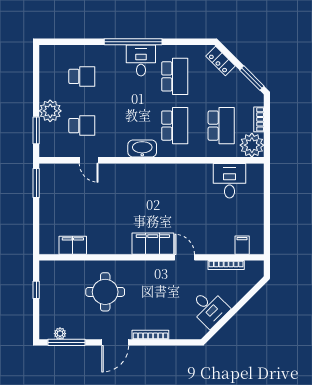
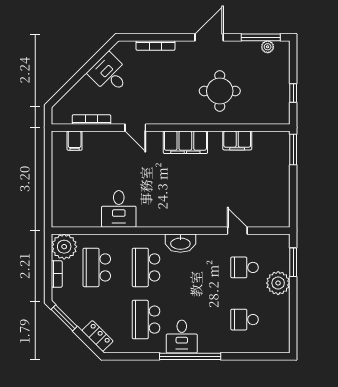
desk: (229, 181) -> (119, 209), moved
window: (36, 183) -> (293, 150), moved
filing cabinet: (153, 244) -> (185, 142), moved
filing cabinet: (73, 245) -> (237, 140), moved
bookcase: (150, 335) -> (155, 46), moved

